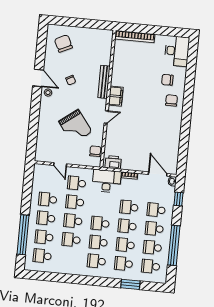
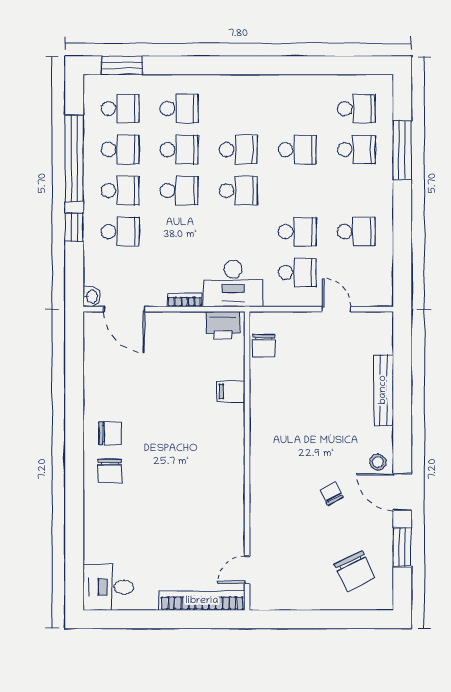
desk: (177, 51) -> (108, 587), width x0.73
window: (41, 52) -> (402, 547), added
chair: (167, 80) -> (110, 433), moved
bench: (104, 82) -> (383, 390), moved
filing cabinet: (116, 96) -> (231, 392), moved, width x0.50
door: (106, 117) -> (247, 570), moved
grand piano: (75, 127) -> (312, 394), removed
window: (178, 199) -> (74, 227), moved
school desk: (129, 207) -> (179, 232), removed
school desk: (46, 218) -> (356, 191), removed
school desk: (73, 221) -> (297, 191), removed
window: (23, 235) -> (402, 150), width x0.68
school desk: (96, 261) -> (238, 109), removed
window: (130, 284) -> (122, 65), moved

